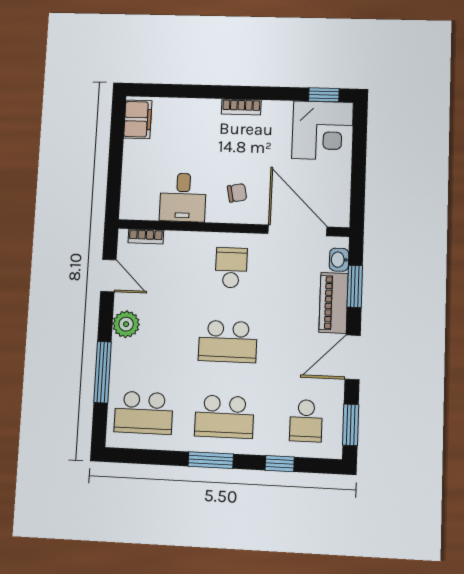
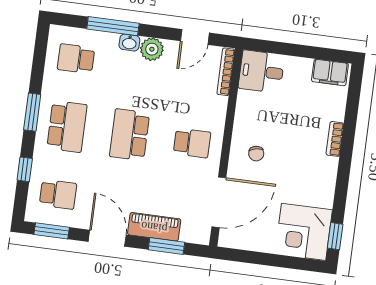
bookcase: (241, 107) -> (335, 139), moved
desk: (183, 197) -> (261, 72), moved
bookcase: (146, 236) -> (226, 72), width x1.56
washbasin: (339, 260) -> (129, 42), moved, turned 180
school desk: (144, 413) -> (76, 59), width x0.54
school desk: (224, 417) -> (67, 127), turned 180
school desk: (306, 421) -> (58, 194), turned 180

